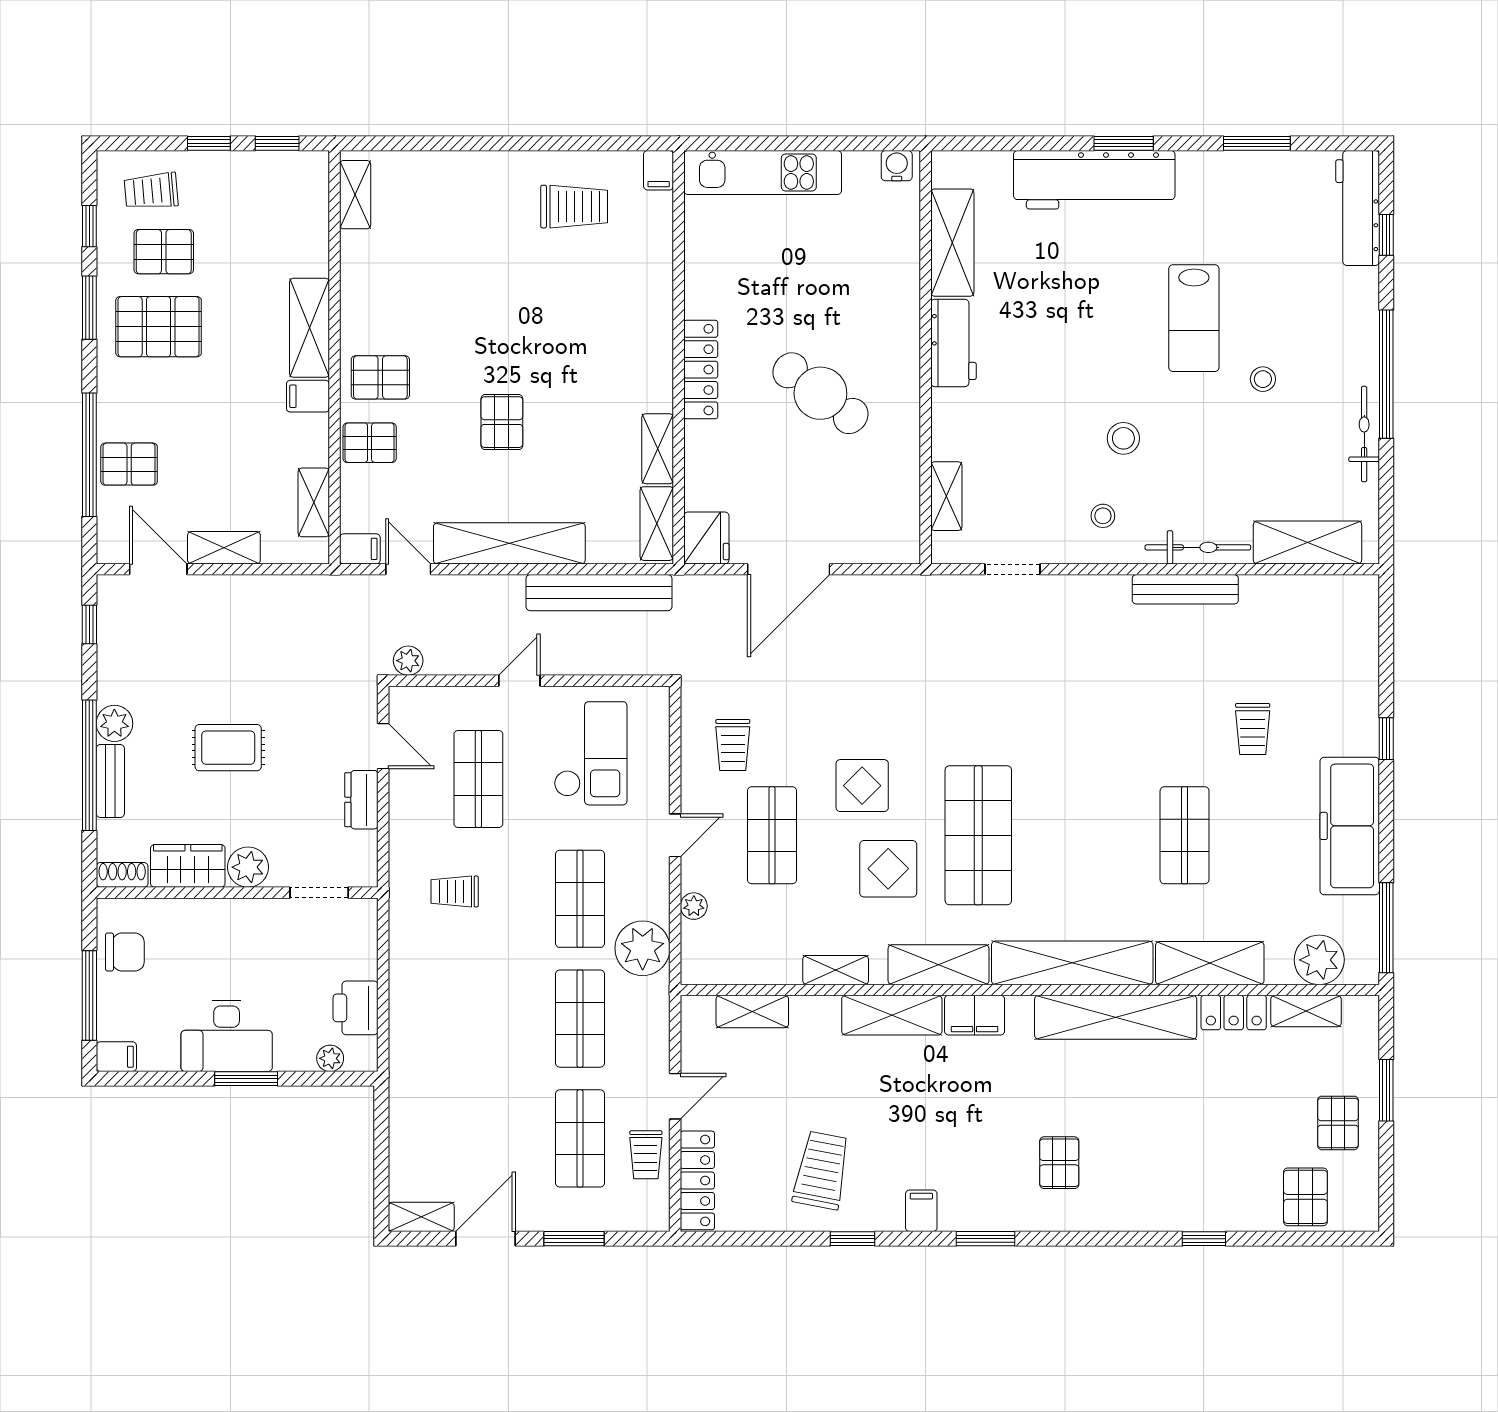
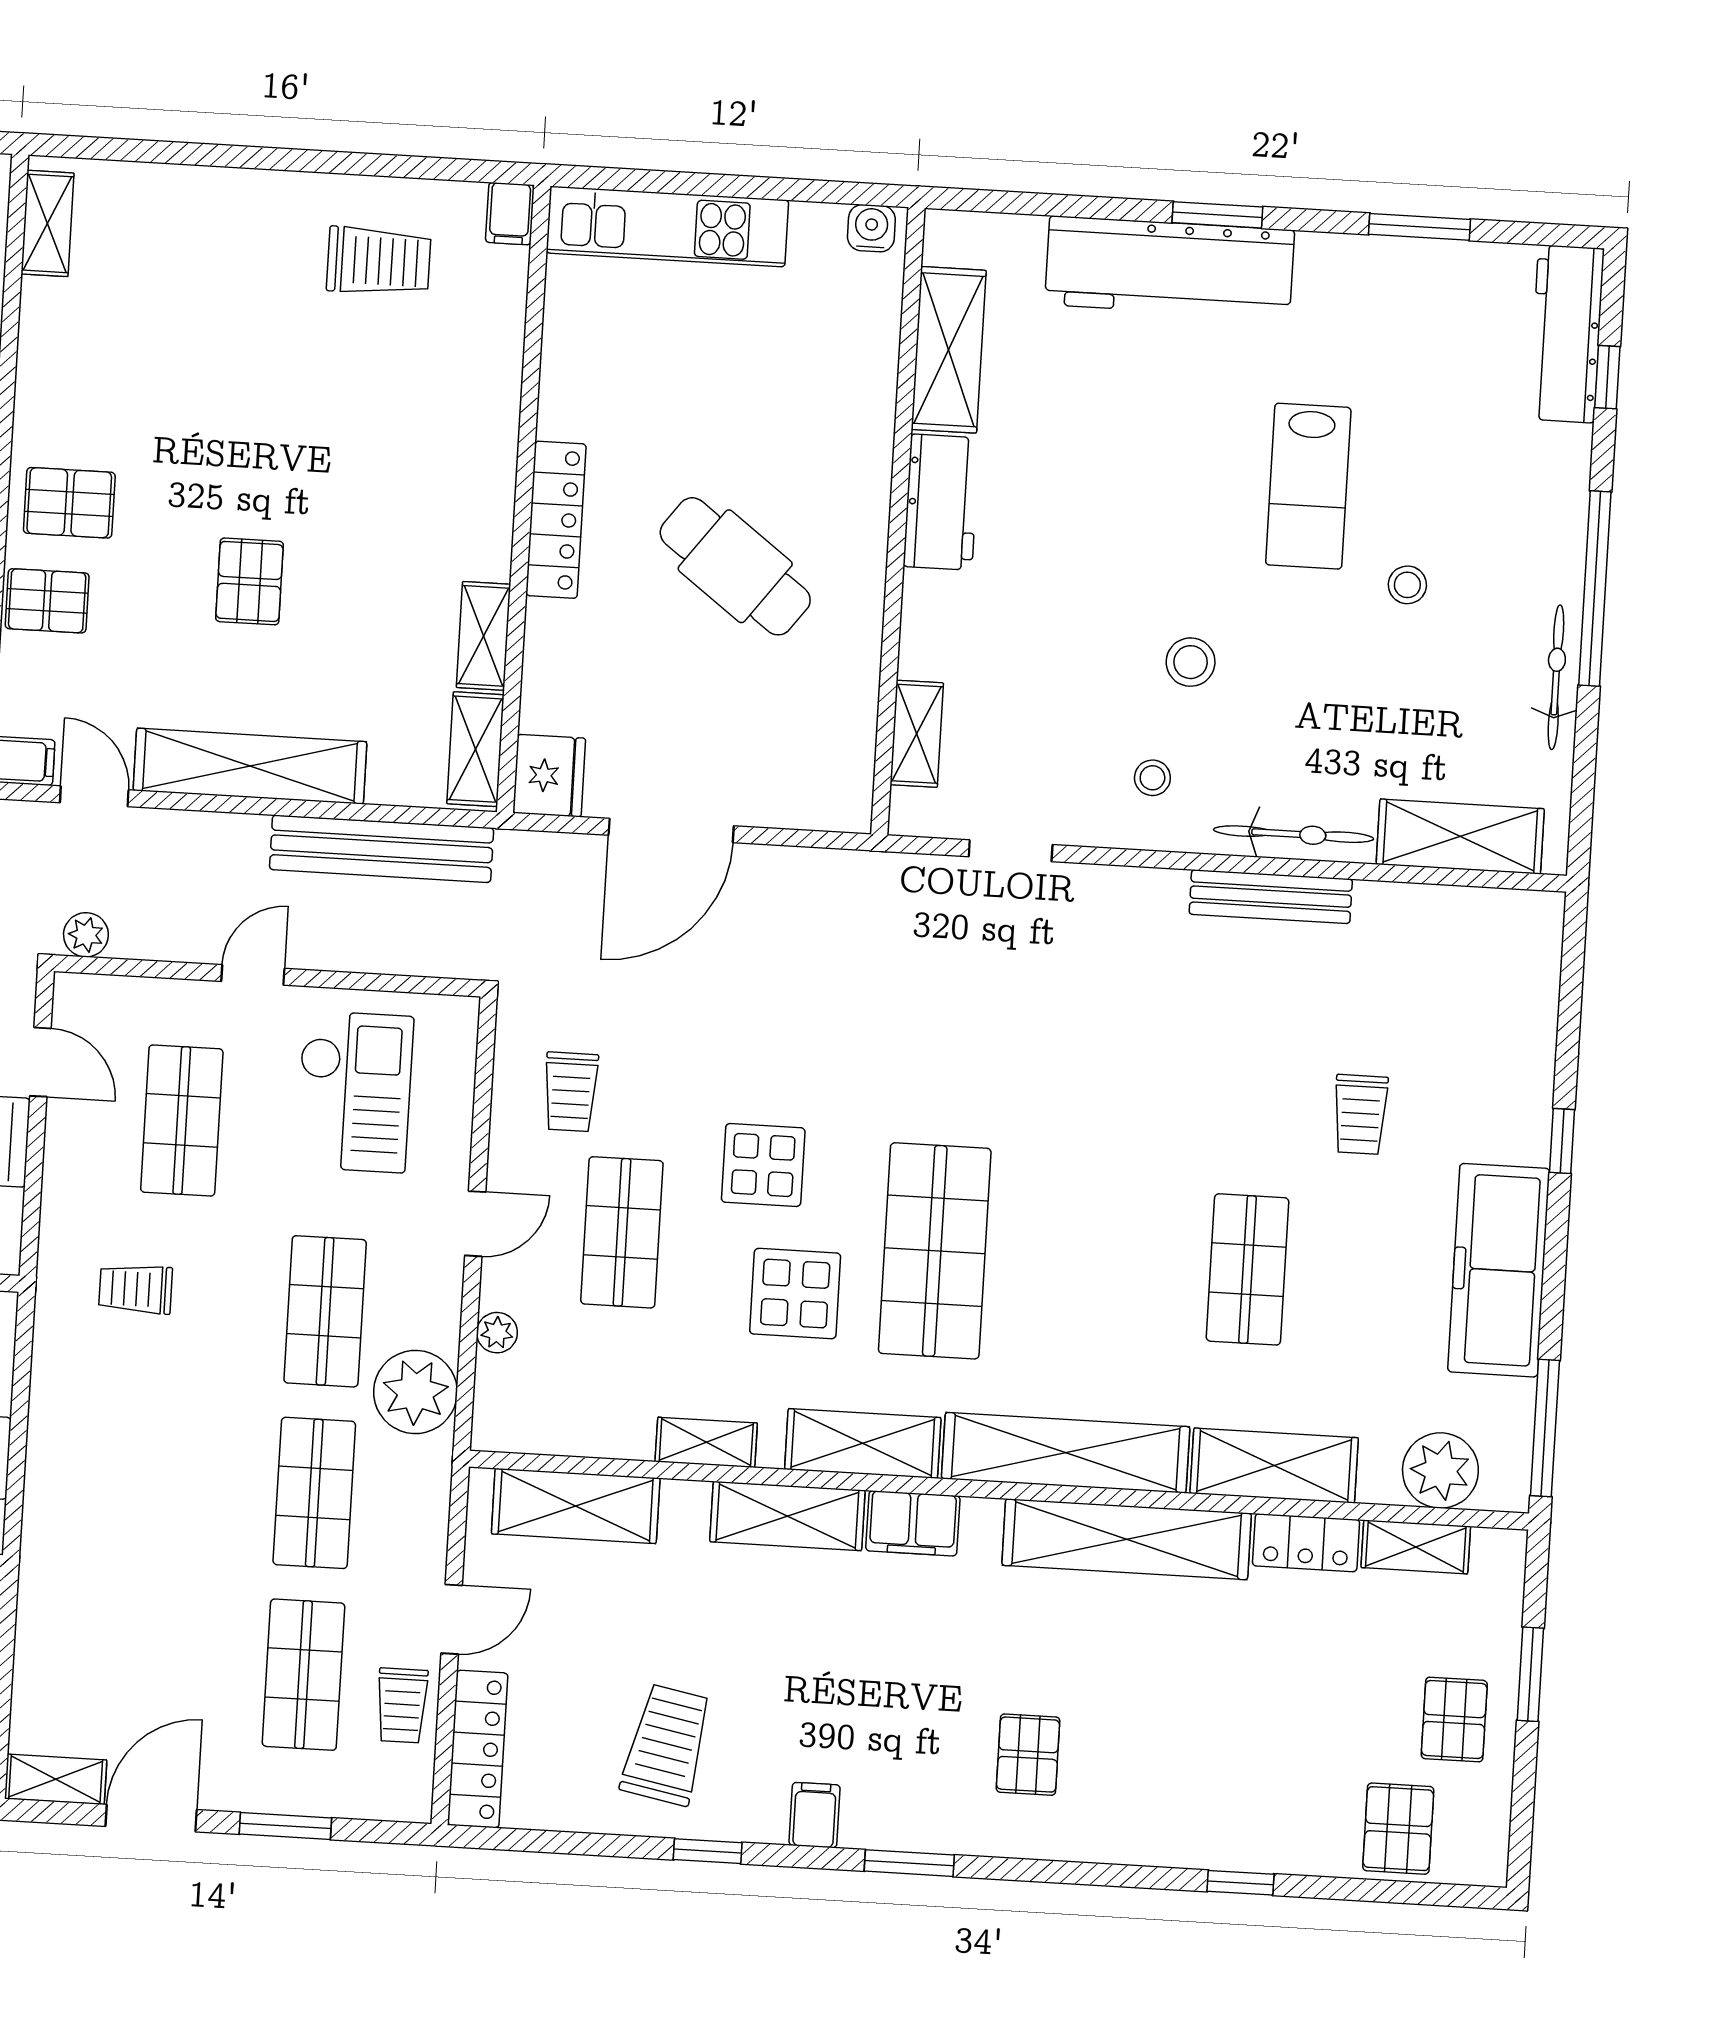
shelving: (752, 1011) -> (576, 1506), width x1.50, depth x1.33

